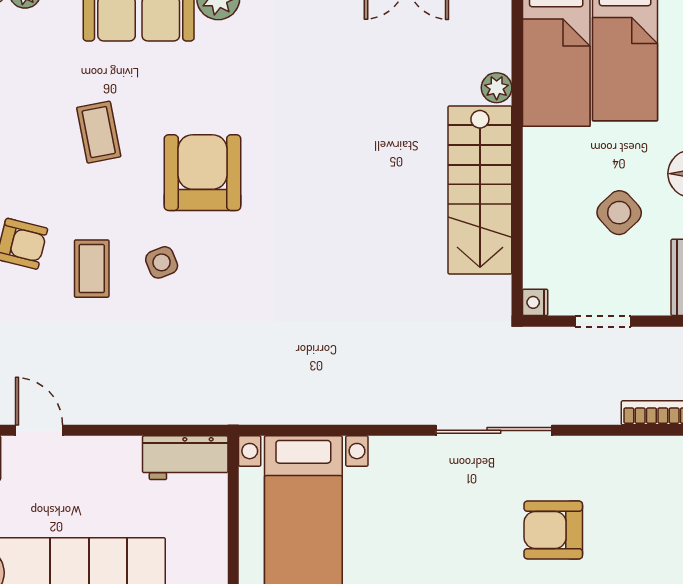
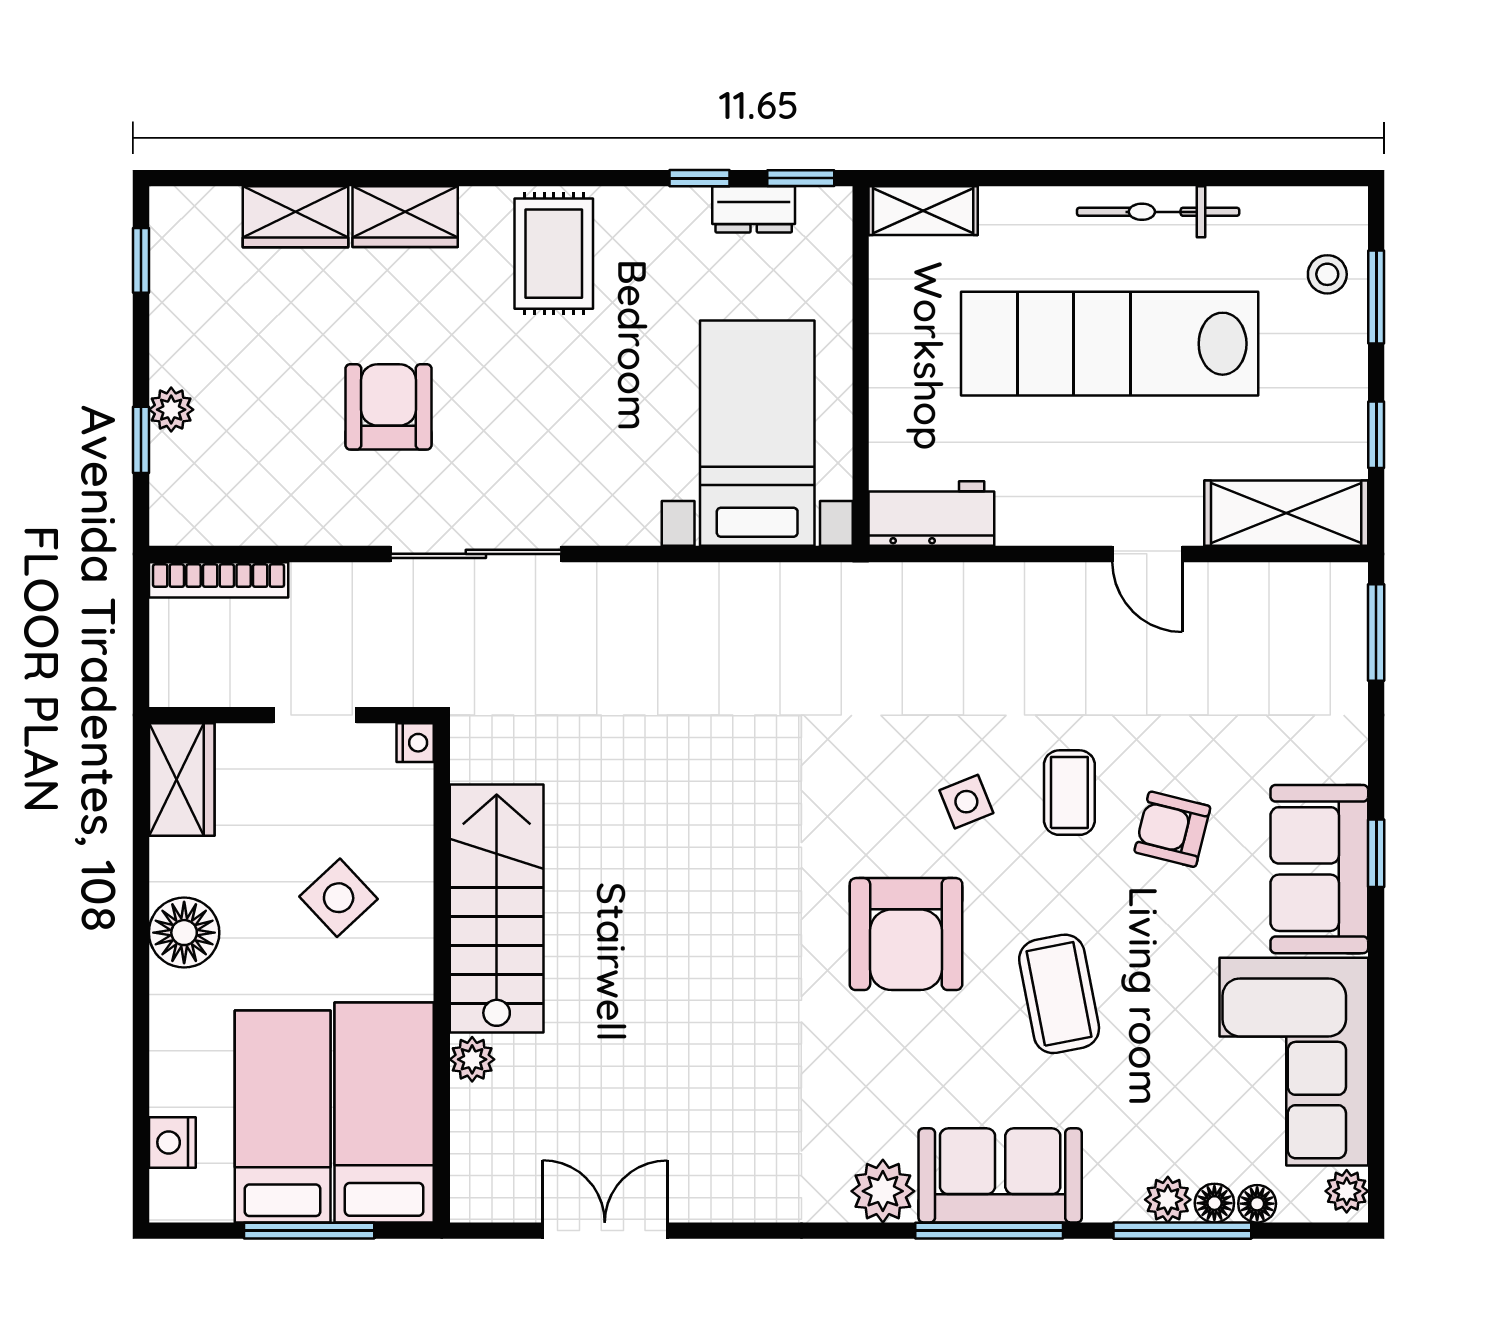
coffee table: (99, 132) -> (1059, 994), width x1.36, depth x1.30
side table: (619, 213) -> (339, 898), moved
armchair: (553, 530) -> (388, 407), turned -90

